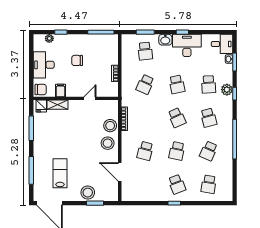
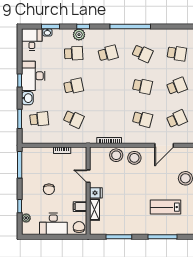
fridge: (41, 106) -> (96, 193), moved
school desk: (177, 118) -> (177, 119), moved

